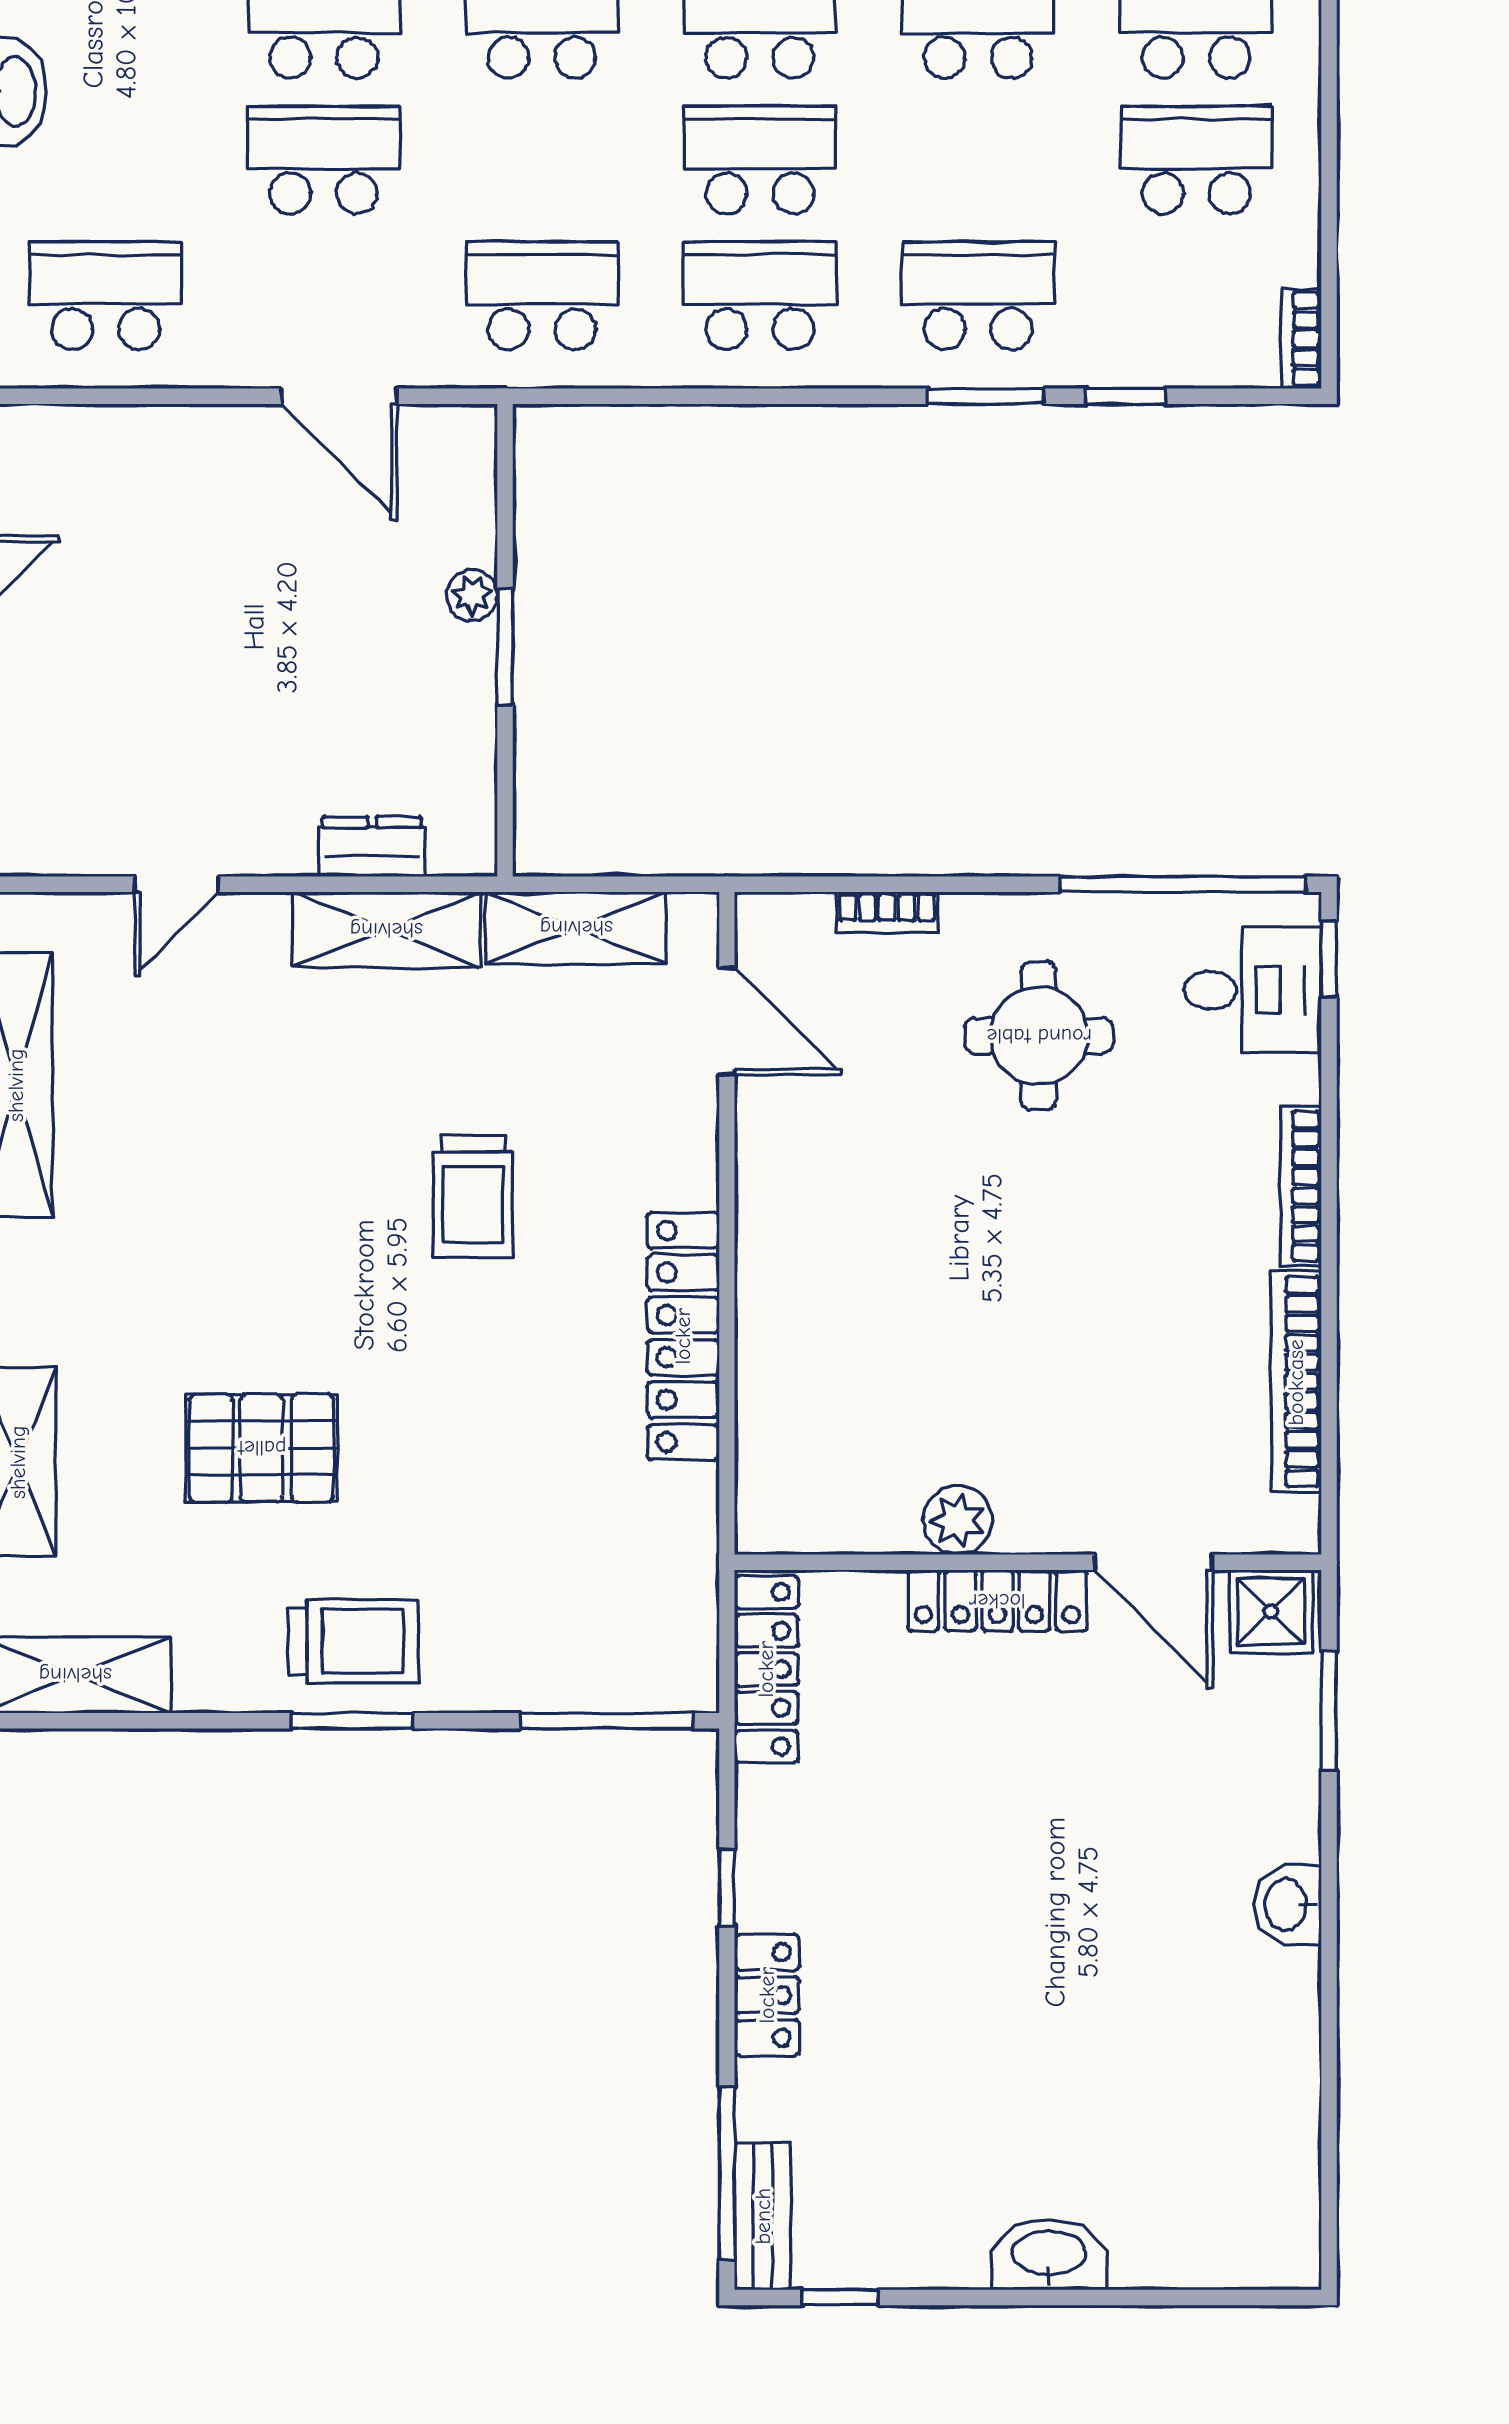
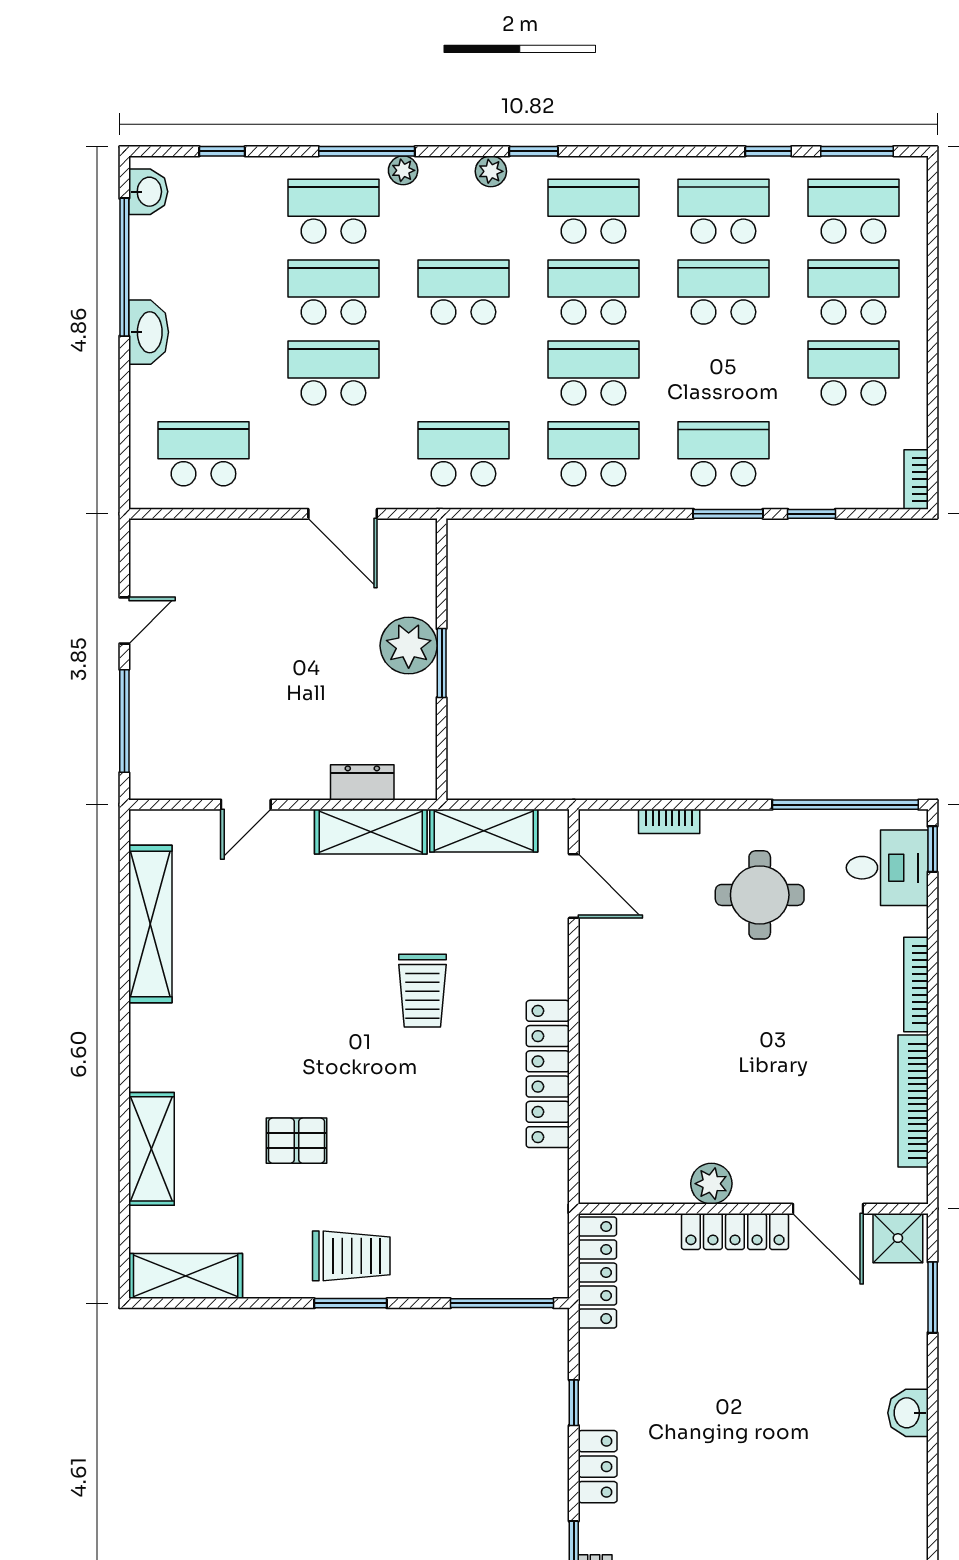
plant: (472, 595) -> (409, 646), width x1.87, depth x1.87
pallet: (262, 1448) -> (296, 1141), width x0.67, depth x0.71

